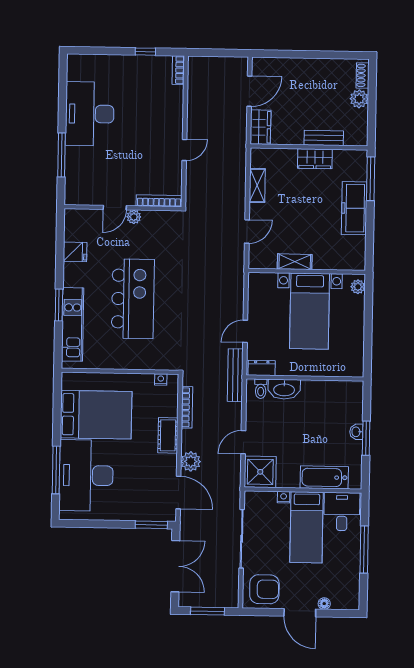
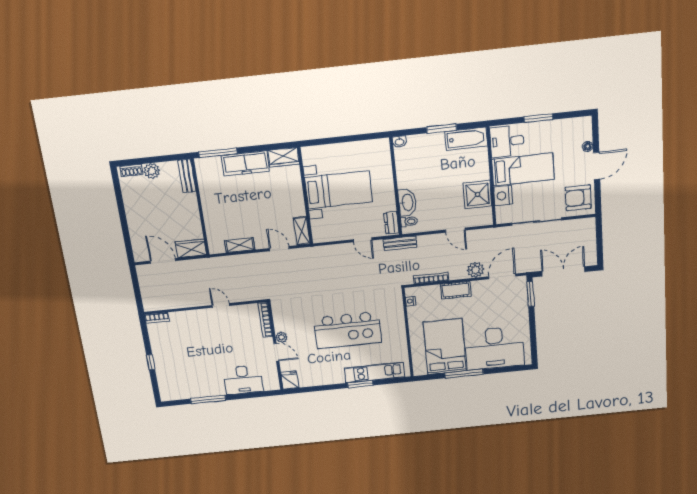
window: (145, 52) -> (151, 362), moved
desk: (90, 114) -> (243, 380), moved, width x0.73, depth x0.77
bench: (324, 138) -> (187, 176), moved
window: (62, 155) -> (208, 399), moved
wardrobe: (315, 159) -> (284, 157), moved, turned 90
fridge: (75, 252) -> (290, 380), moved
shelving: (295, 262) -> (302, 231), moved
plant: (358, 287) -> (312, 152), removed
kitchen island: (133, 299) -> (348, 330), turned 180
bench: (235, 375) -> (400, 243), width x0.73
washbasin: (356, 432) -> (400, 142), moved
window: (56, 470) -> (464, 374), moved
shower: (260, 472) -> (478, 194), moved
bathtub: (324, 477) -> (466, 139), moved, turned -90
nightstand: (284, 497) -> (503, 196), width x1.89, depth x1.79
window: (364, 549) -> (538, 118), width x0.69
armchair: (264, 589) -> (578, 198), turned -90
window: (208, 611) -> (599, 241), removed

